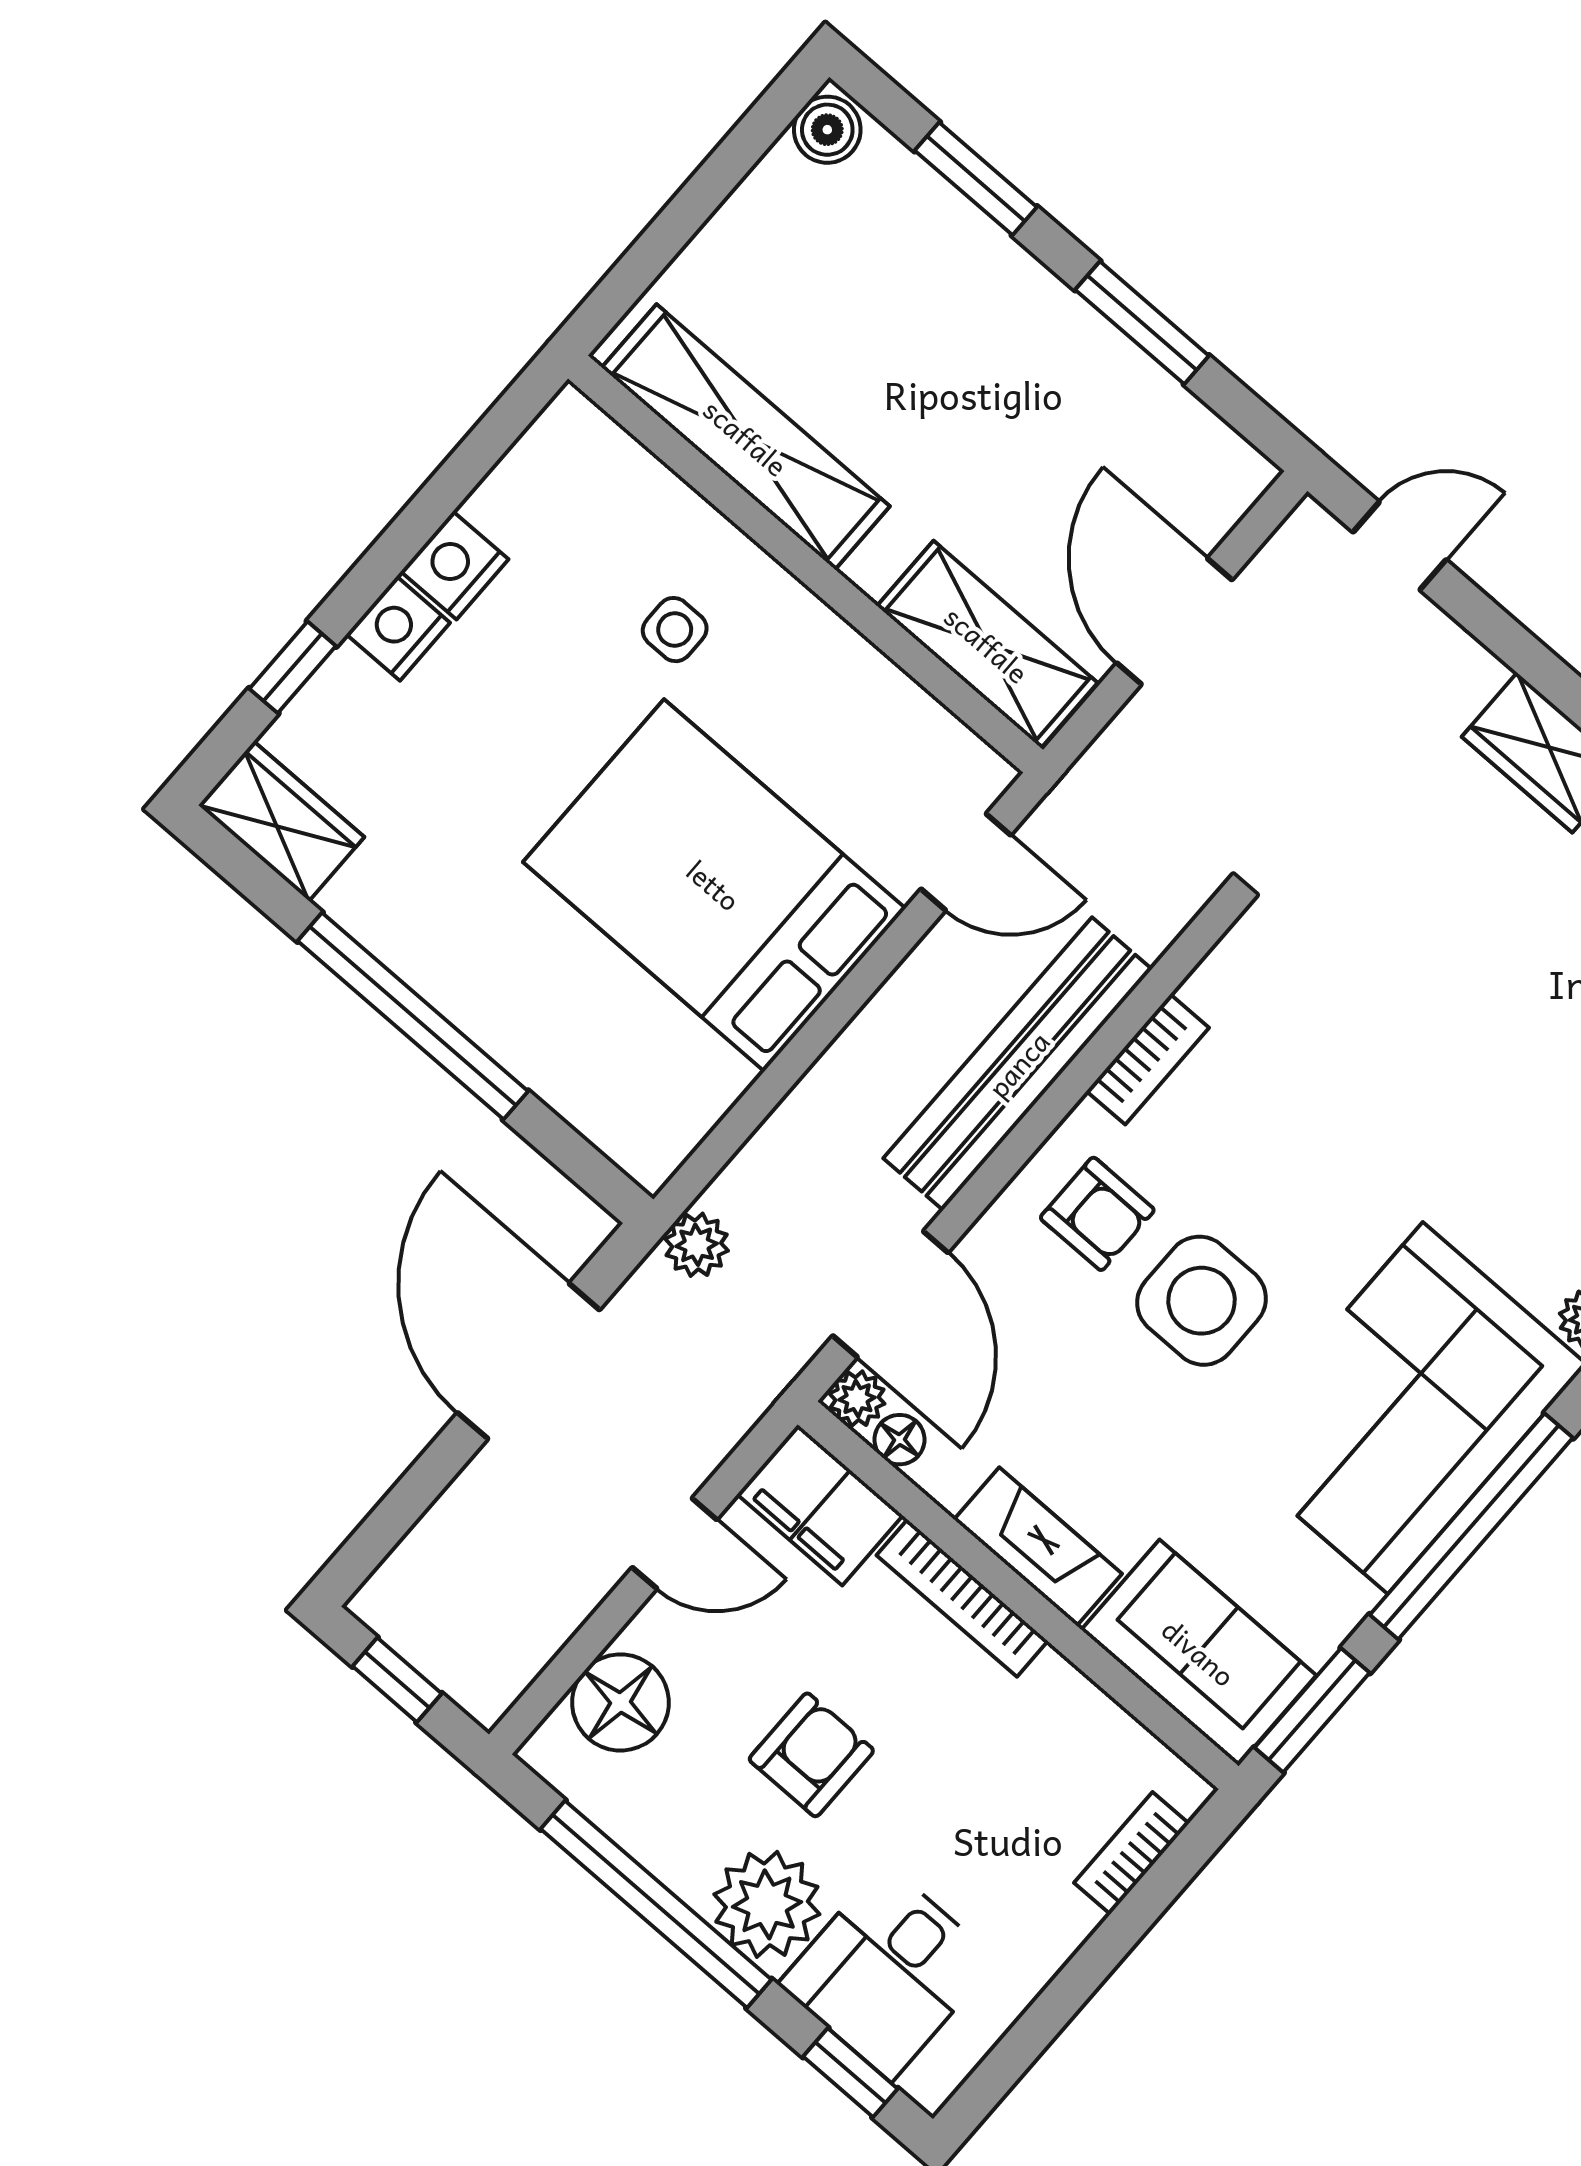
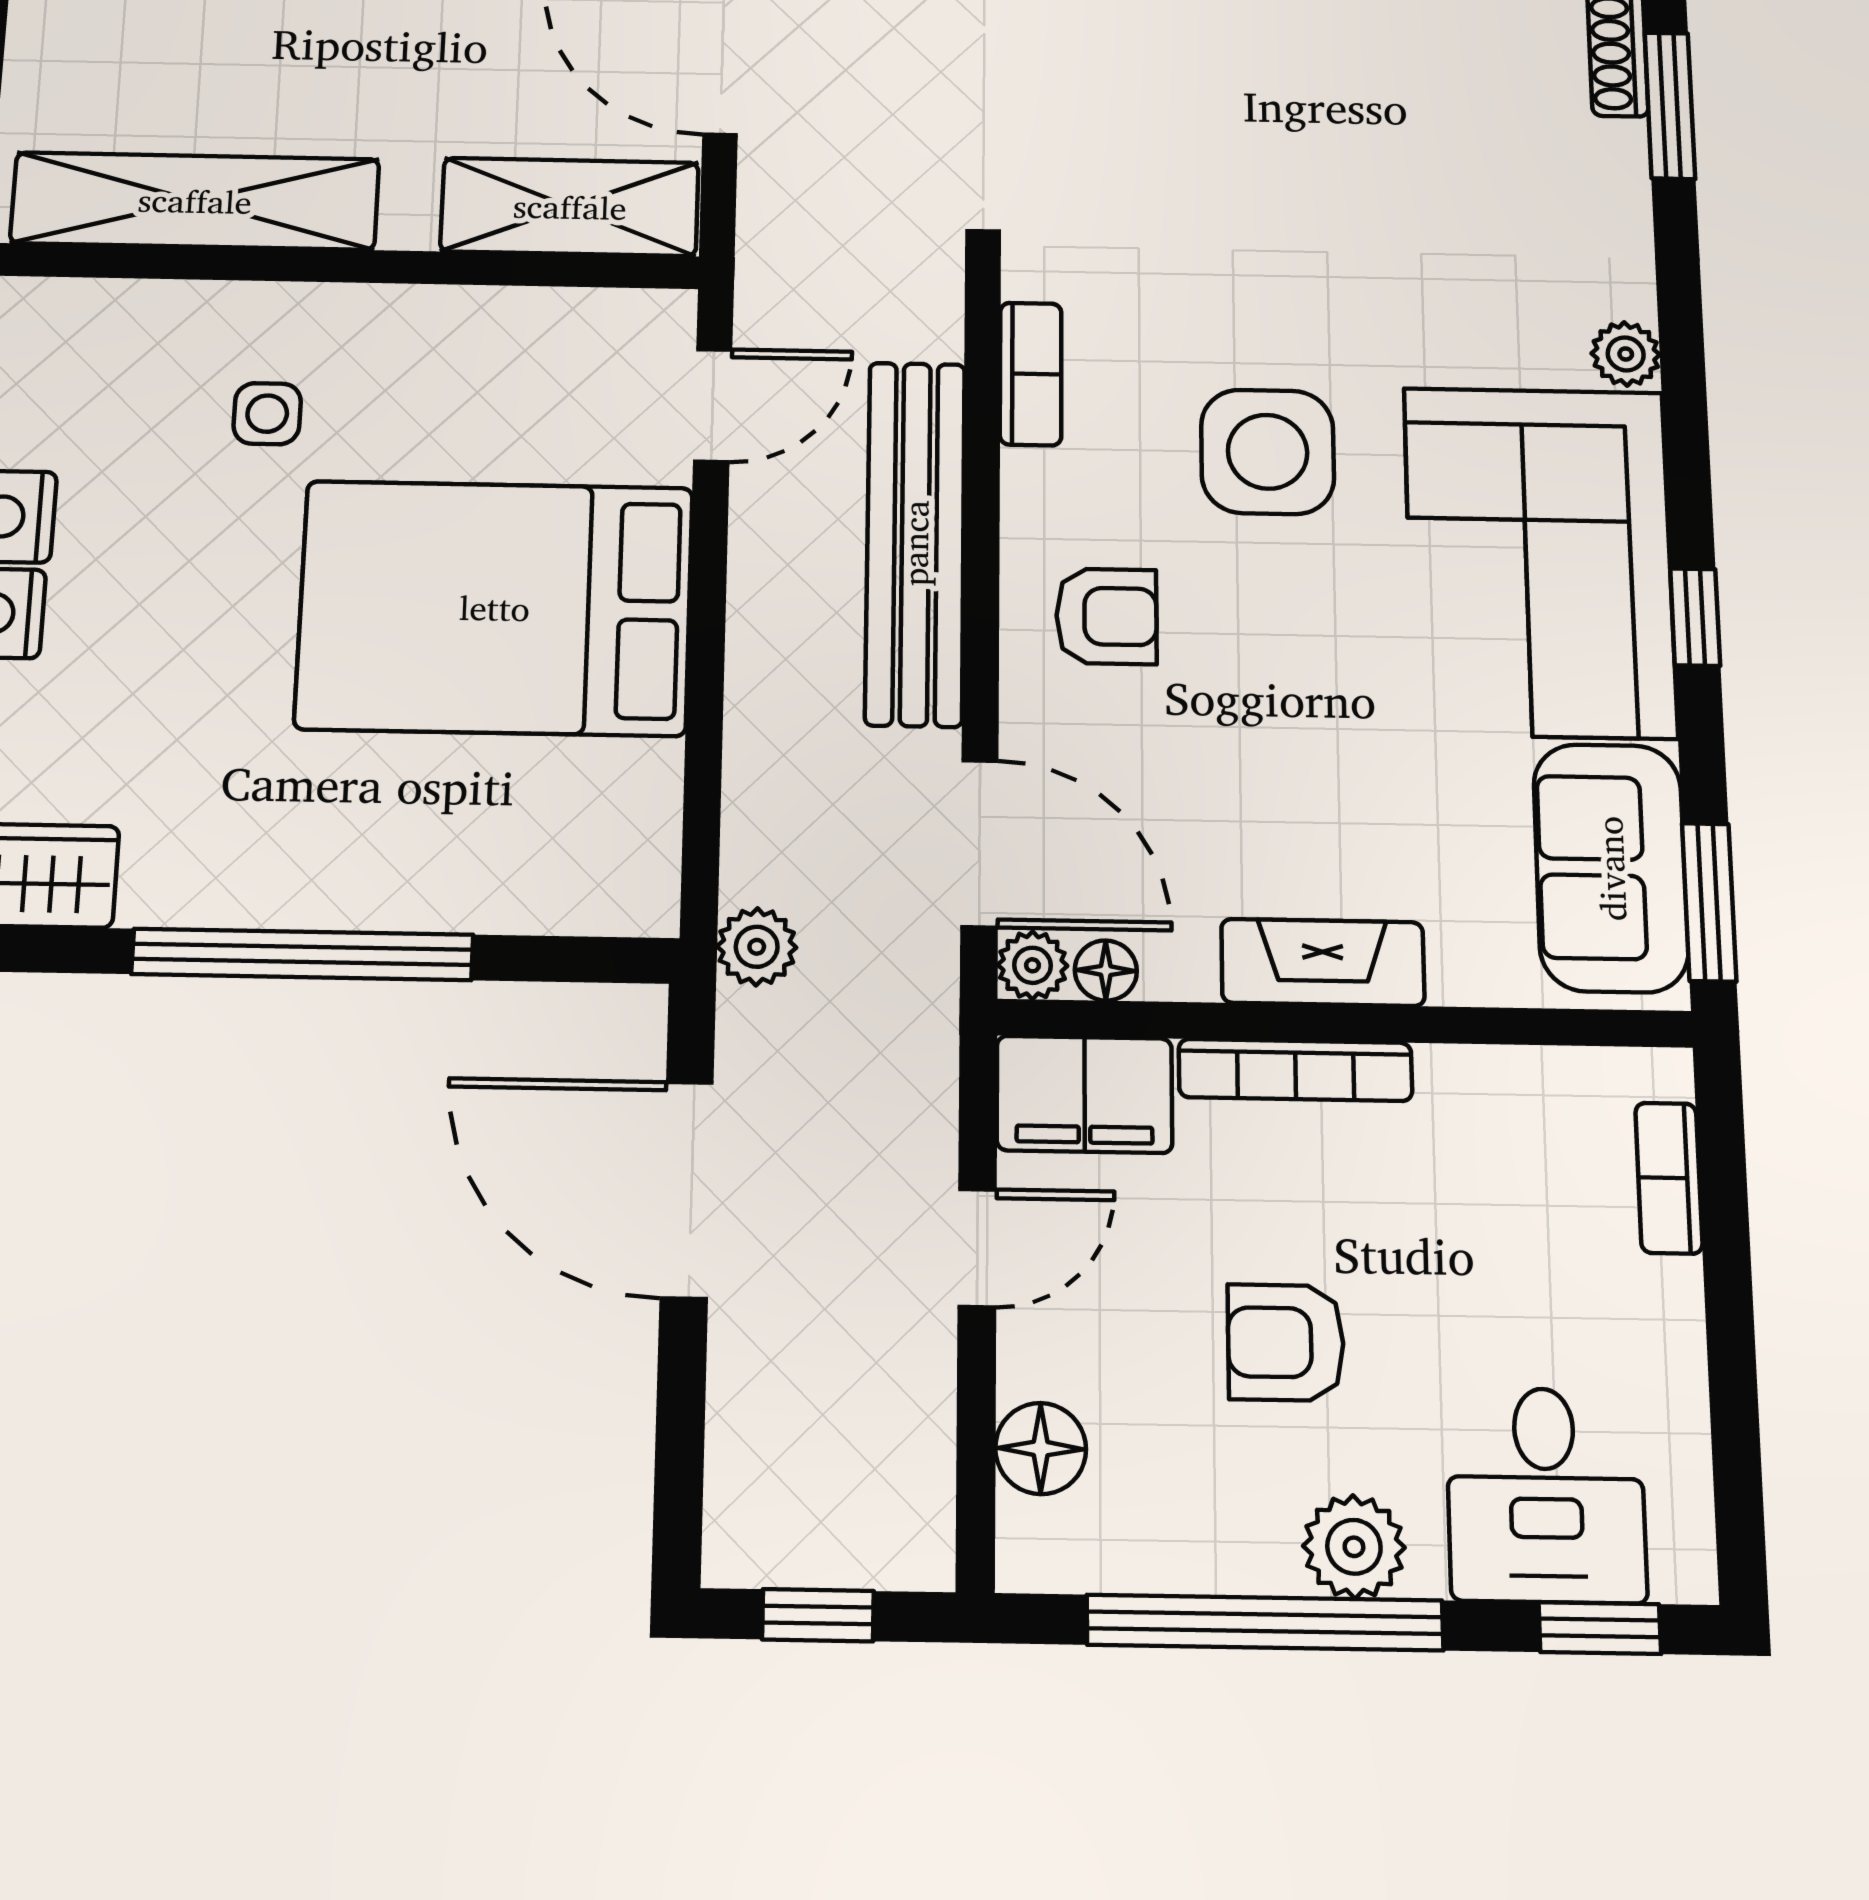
bookcase: (1148, 1059) -> (1031, 374), moved
side table: (1202, 1301) -> (1268, 452), moved
window: (1471, 1526) -> (1695, 617), width x0.32
sofa: (1199, 1652) -> (1611, 868), moved, turned -90
floor lamp: (620, 1702) -> (1041, 1449), width x0.73, depth x0.73
armchair: (811, 1755) -> (1286, 1343), turned -90
plant: (767, 1904) -> (1354, 1547), width x0.73, depth x0.73

